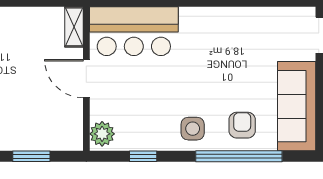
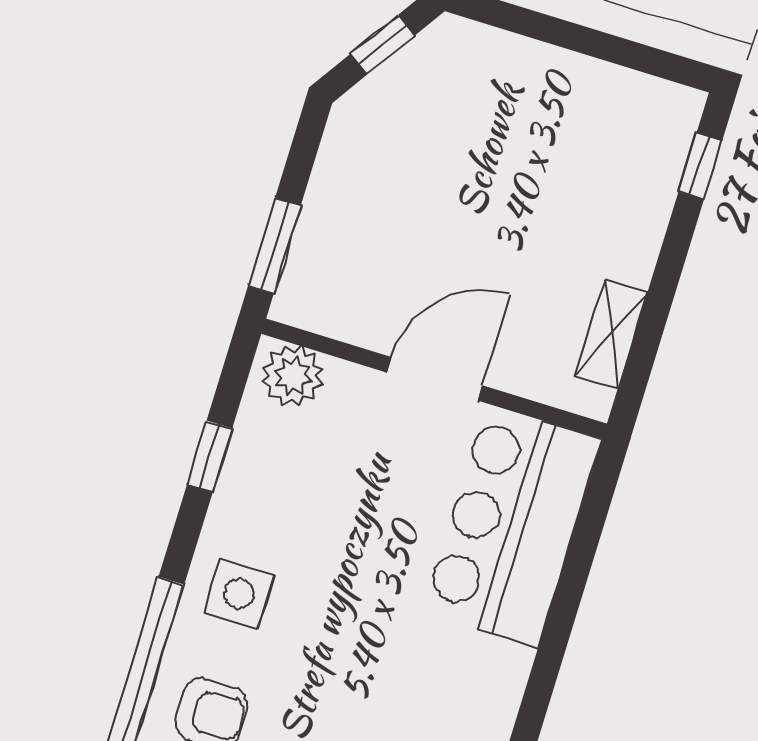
shelving: (74, 27) -> (611, 334), moved, turned 90
window: (31, 156) -> (274, 246), moved

